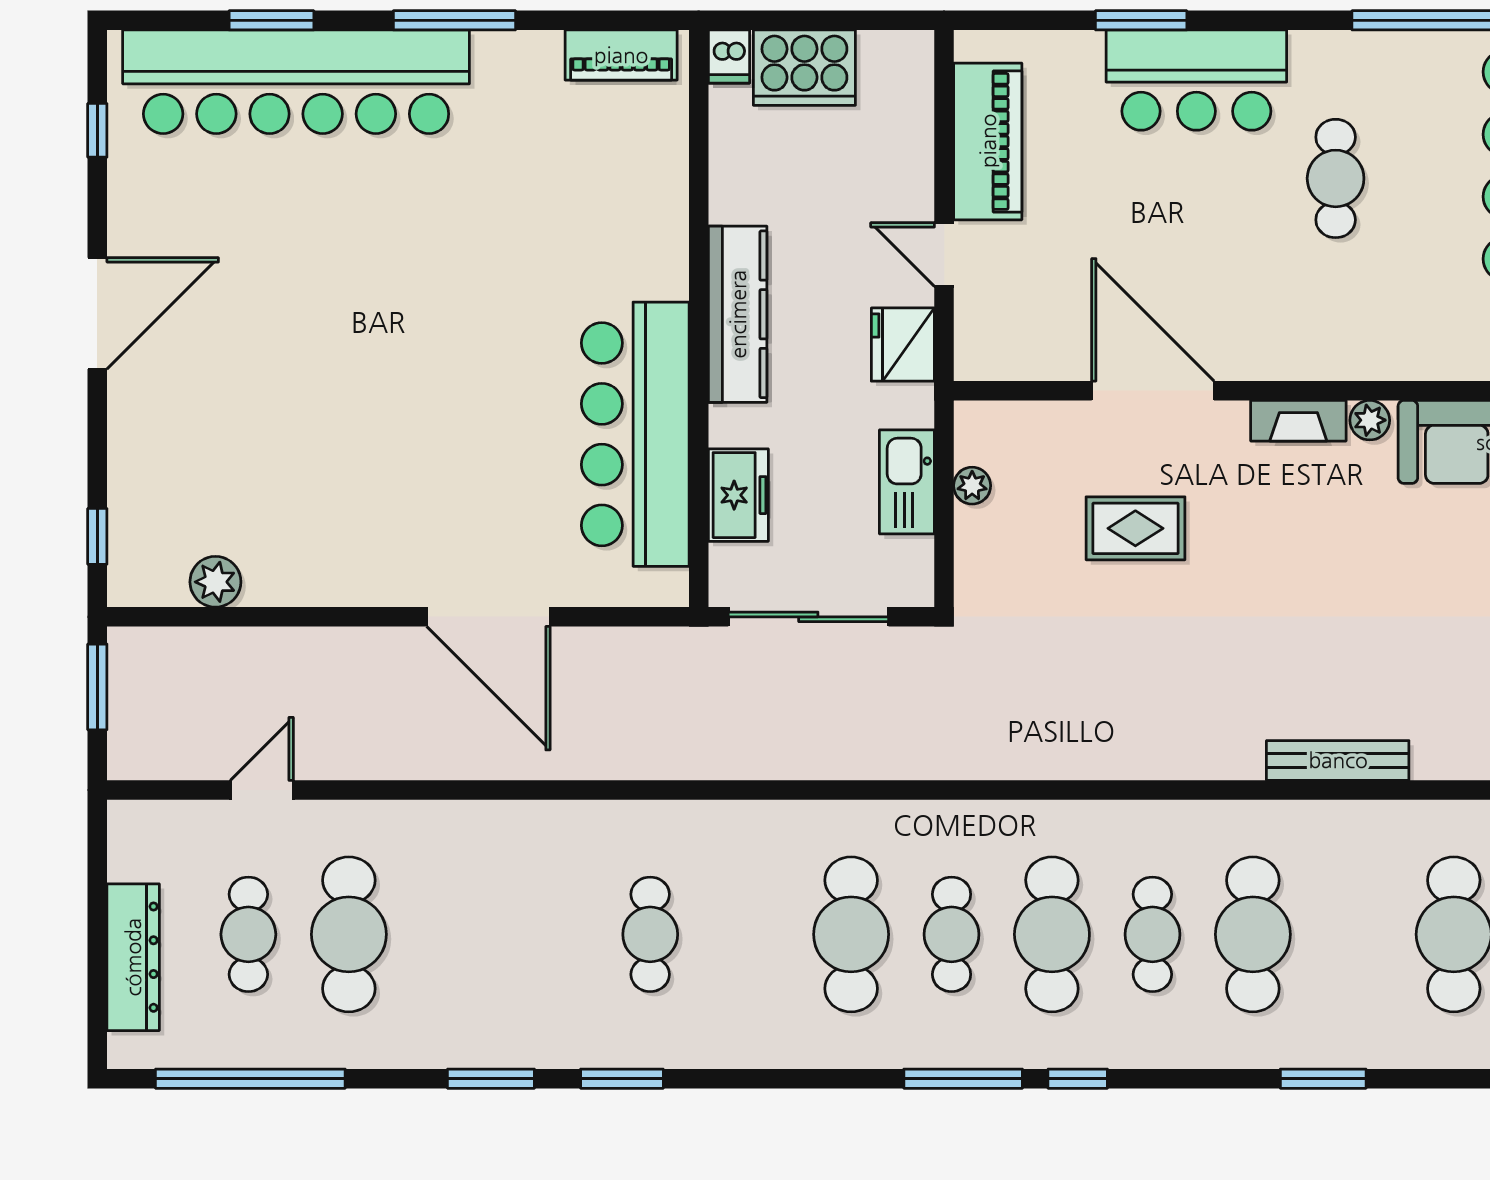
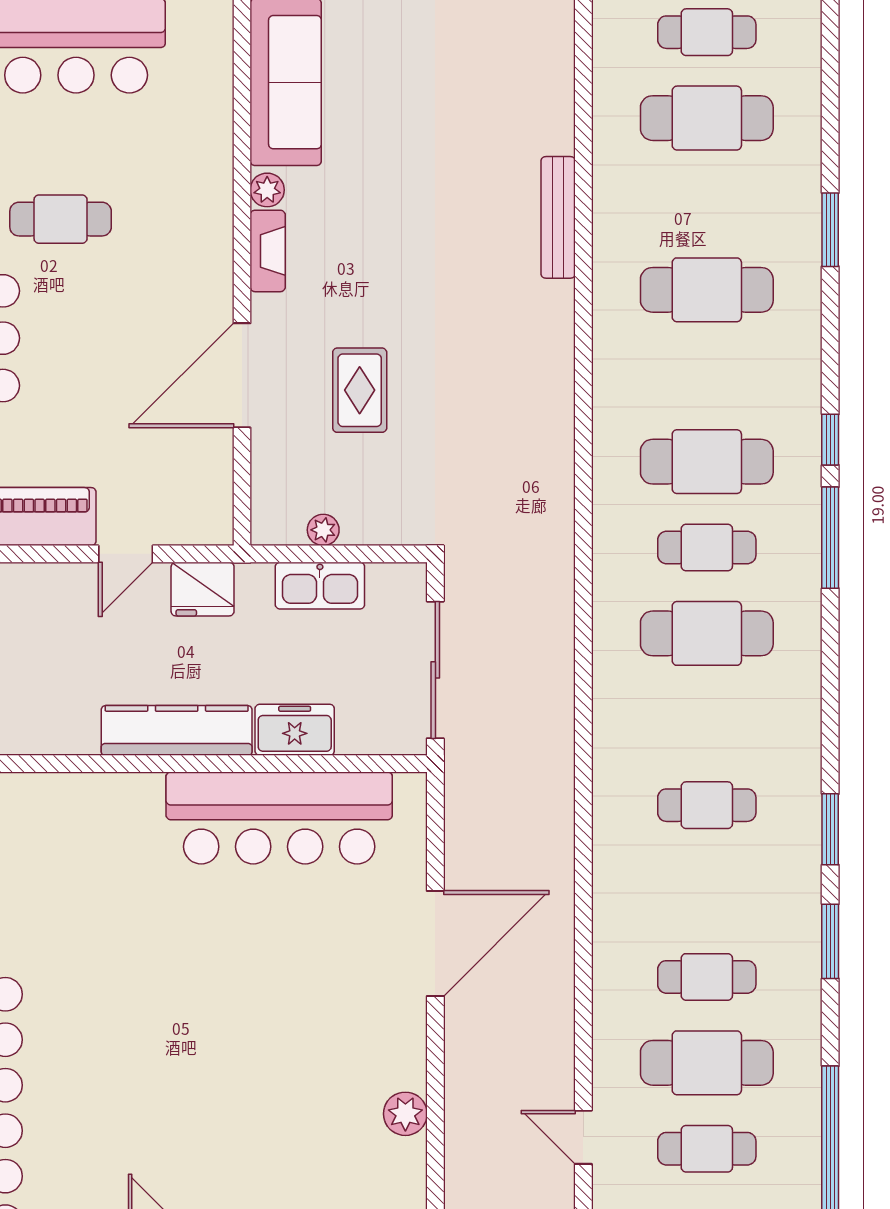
freezer: (738, 495) -> (295, 730), moved
plant: (215, 582) -> (405, 1114), moved
cafe table: (1152, 934) -> (707, 977), moved

